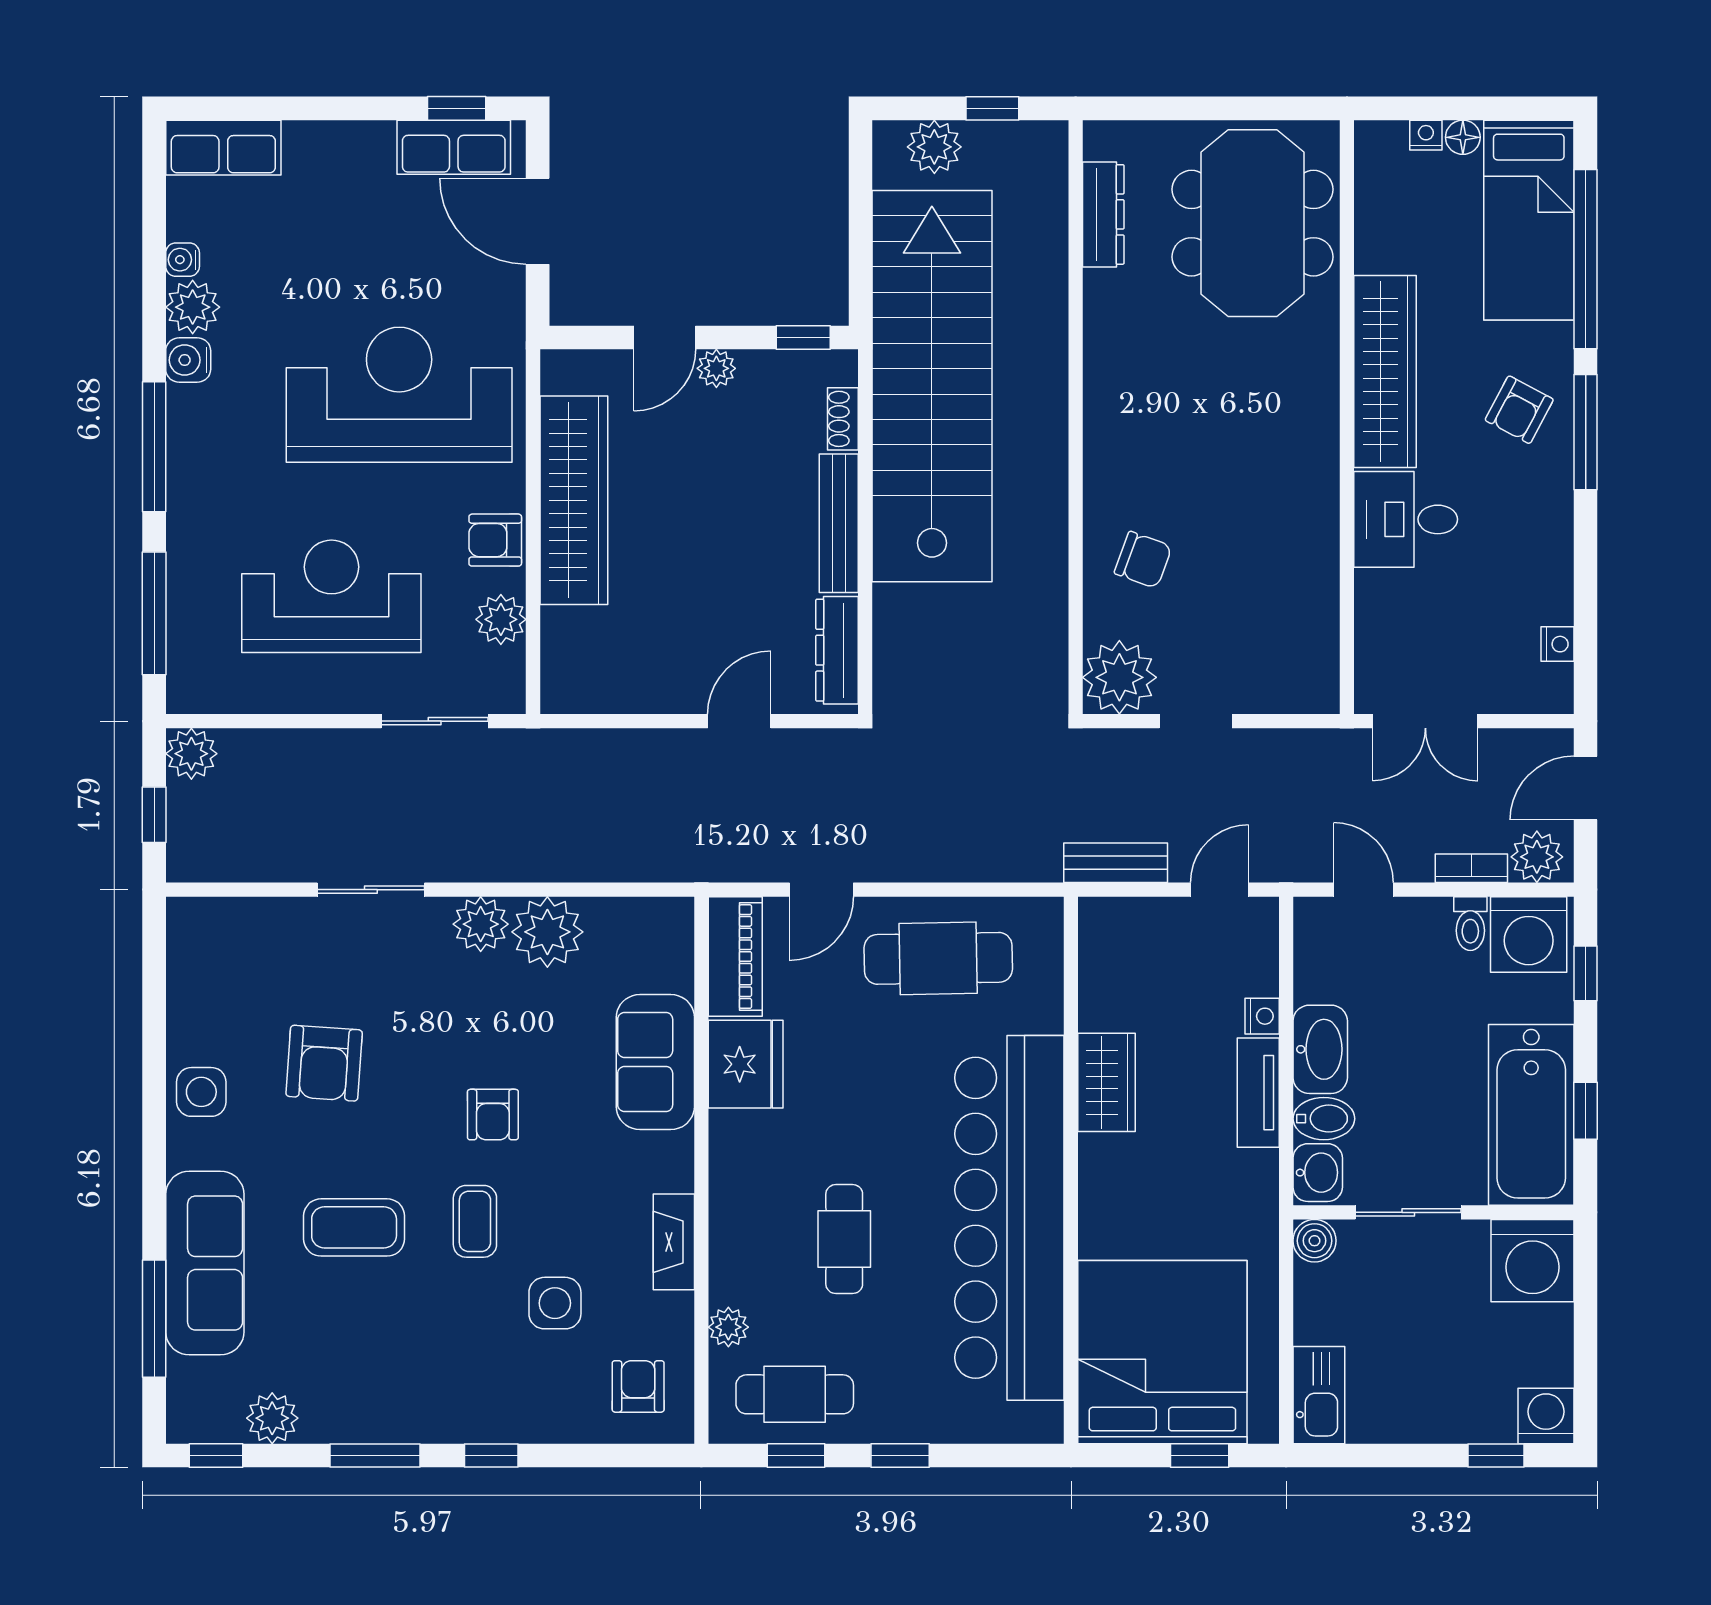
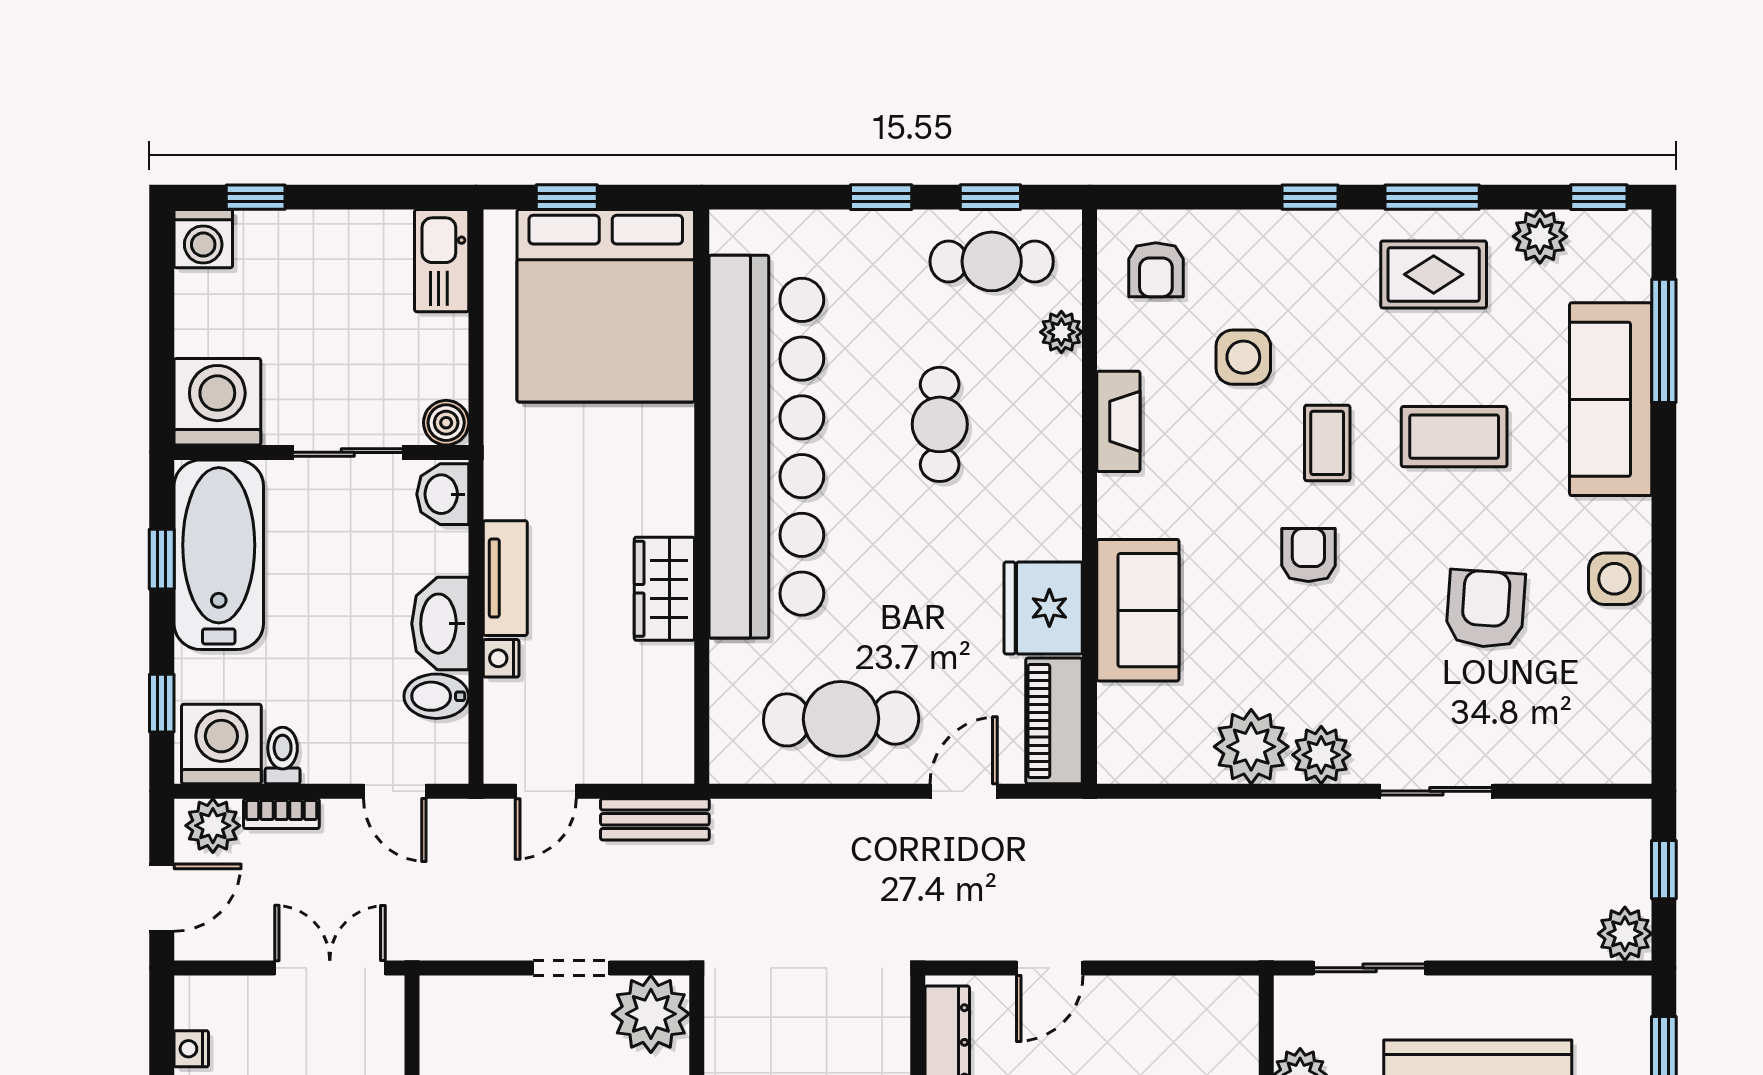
bidet: (1324, 1119) -> (436, 696), moved
rug: (374, 1382) -> (1434, 274), added

